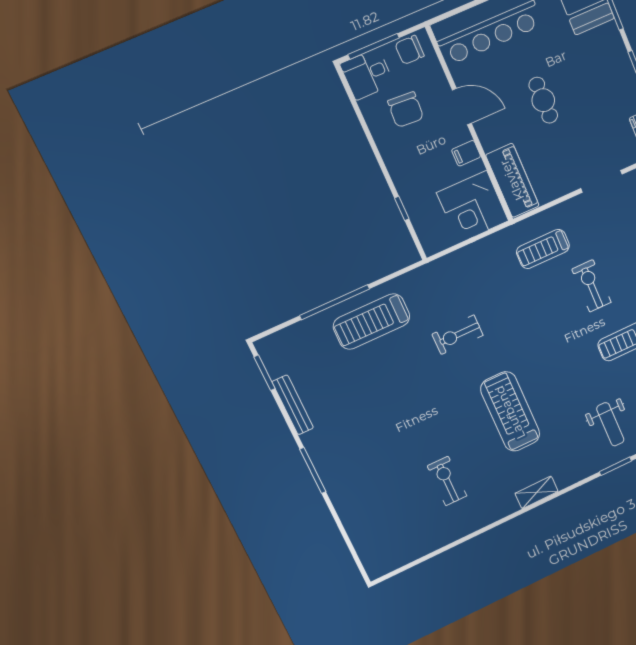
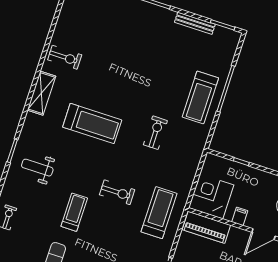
treadmill: (543, 249) -> (159, 213), width x1.37, depth x1.38
exercise bike: (591, 286) -> (117, 192), moved
treadmill: (372, 322) -> (200, 97), turned 180
exercise bike: (447, 481) -> (65, 57), moved
shelving: (537, 492) -> (41, 93), width x1.50, depth x1.33

